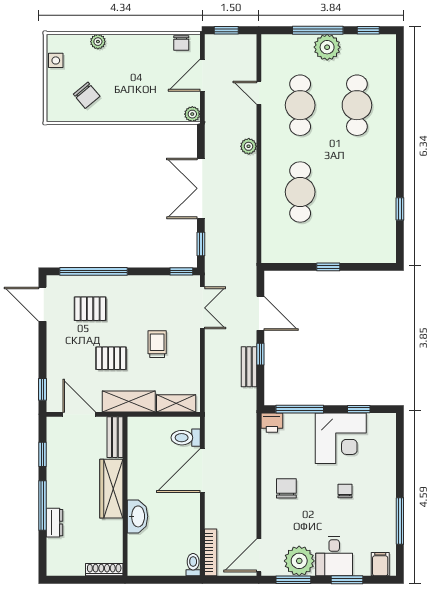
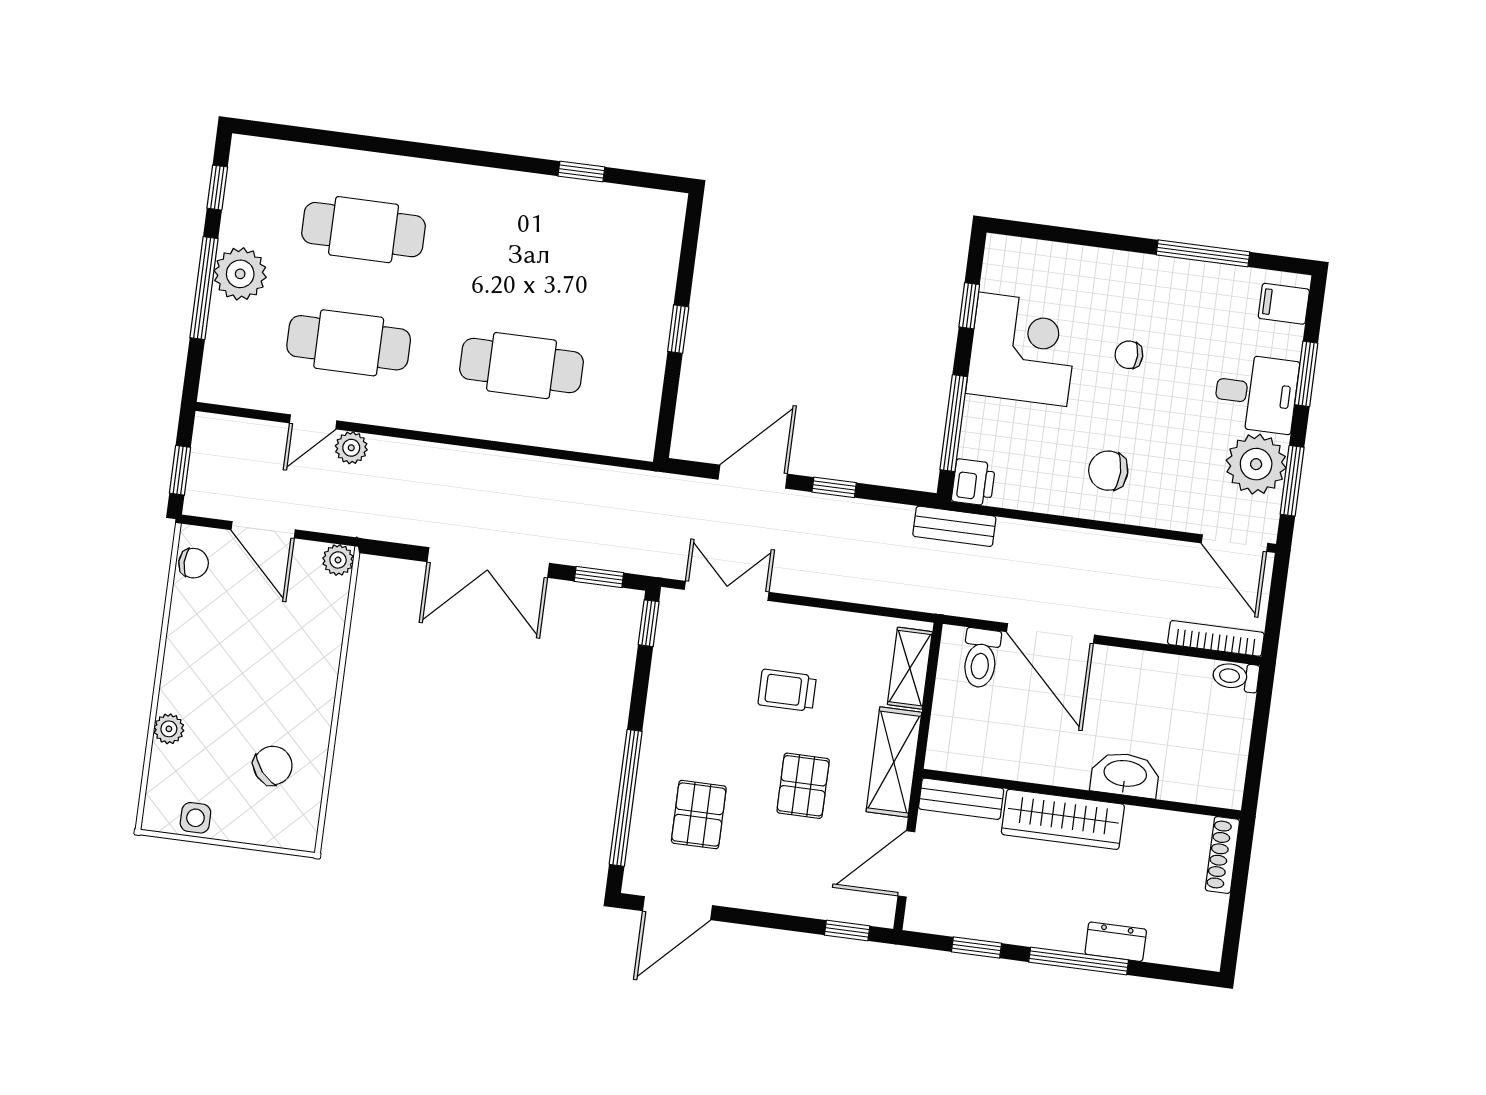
plant: (249, 146) -> (351, 448), moved
bench: (249, 367) -> (954, 526), moved

